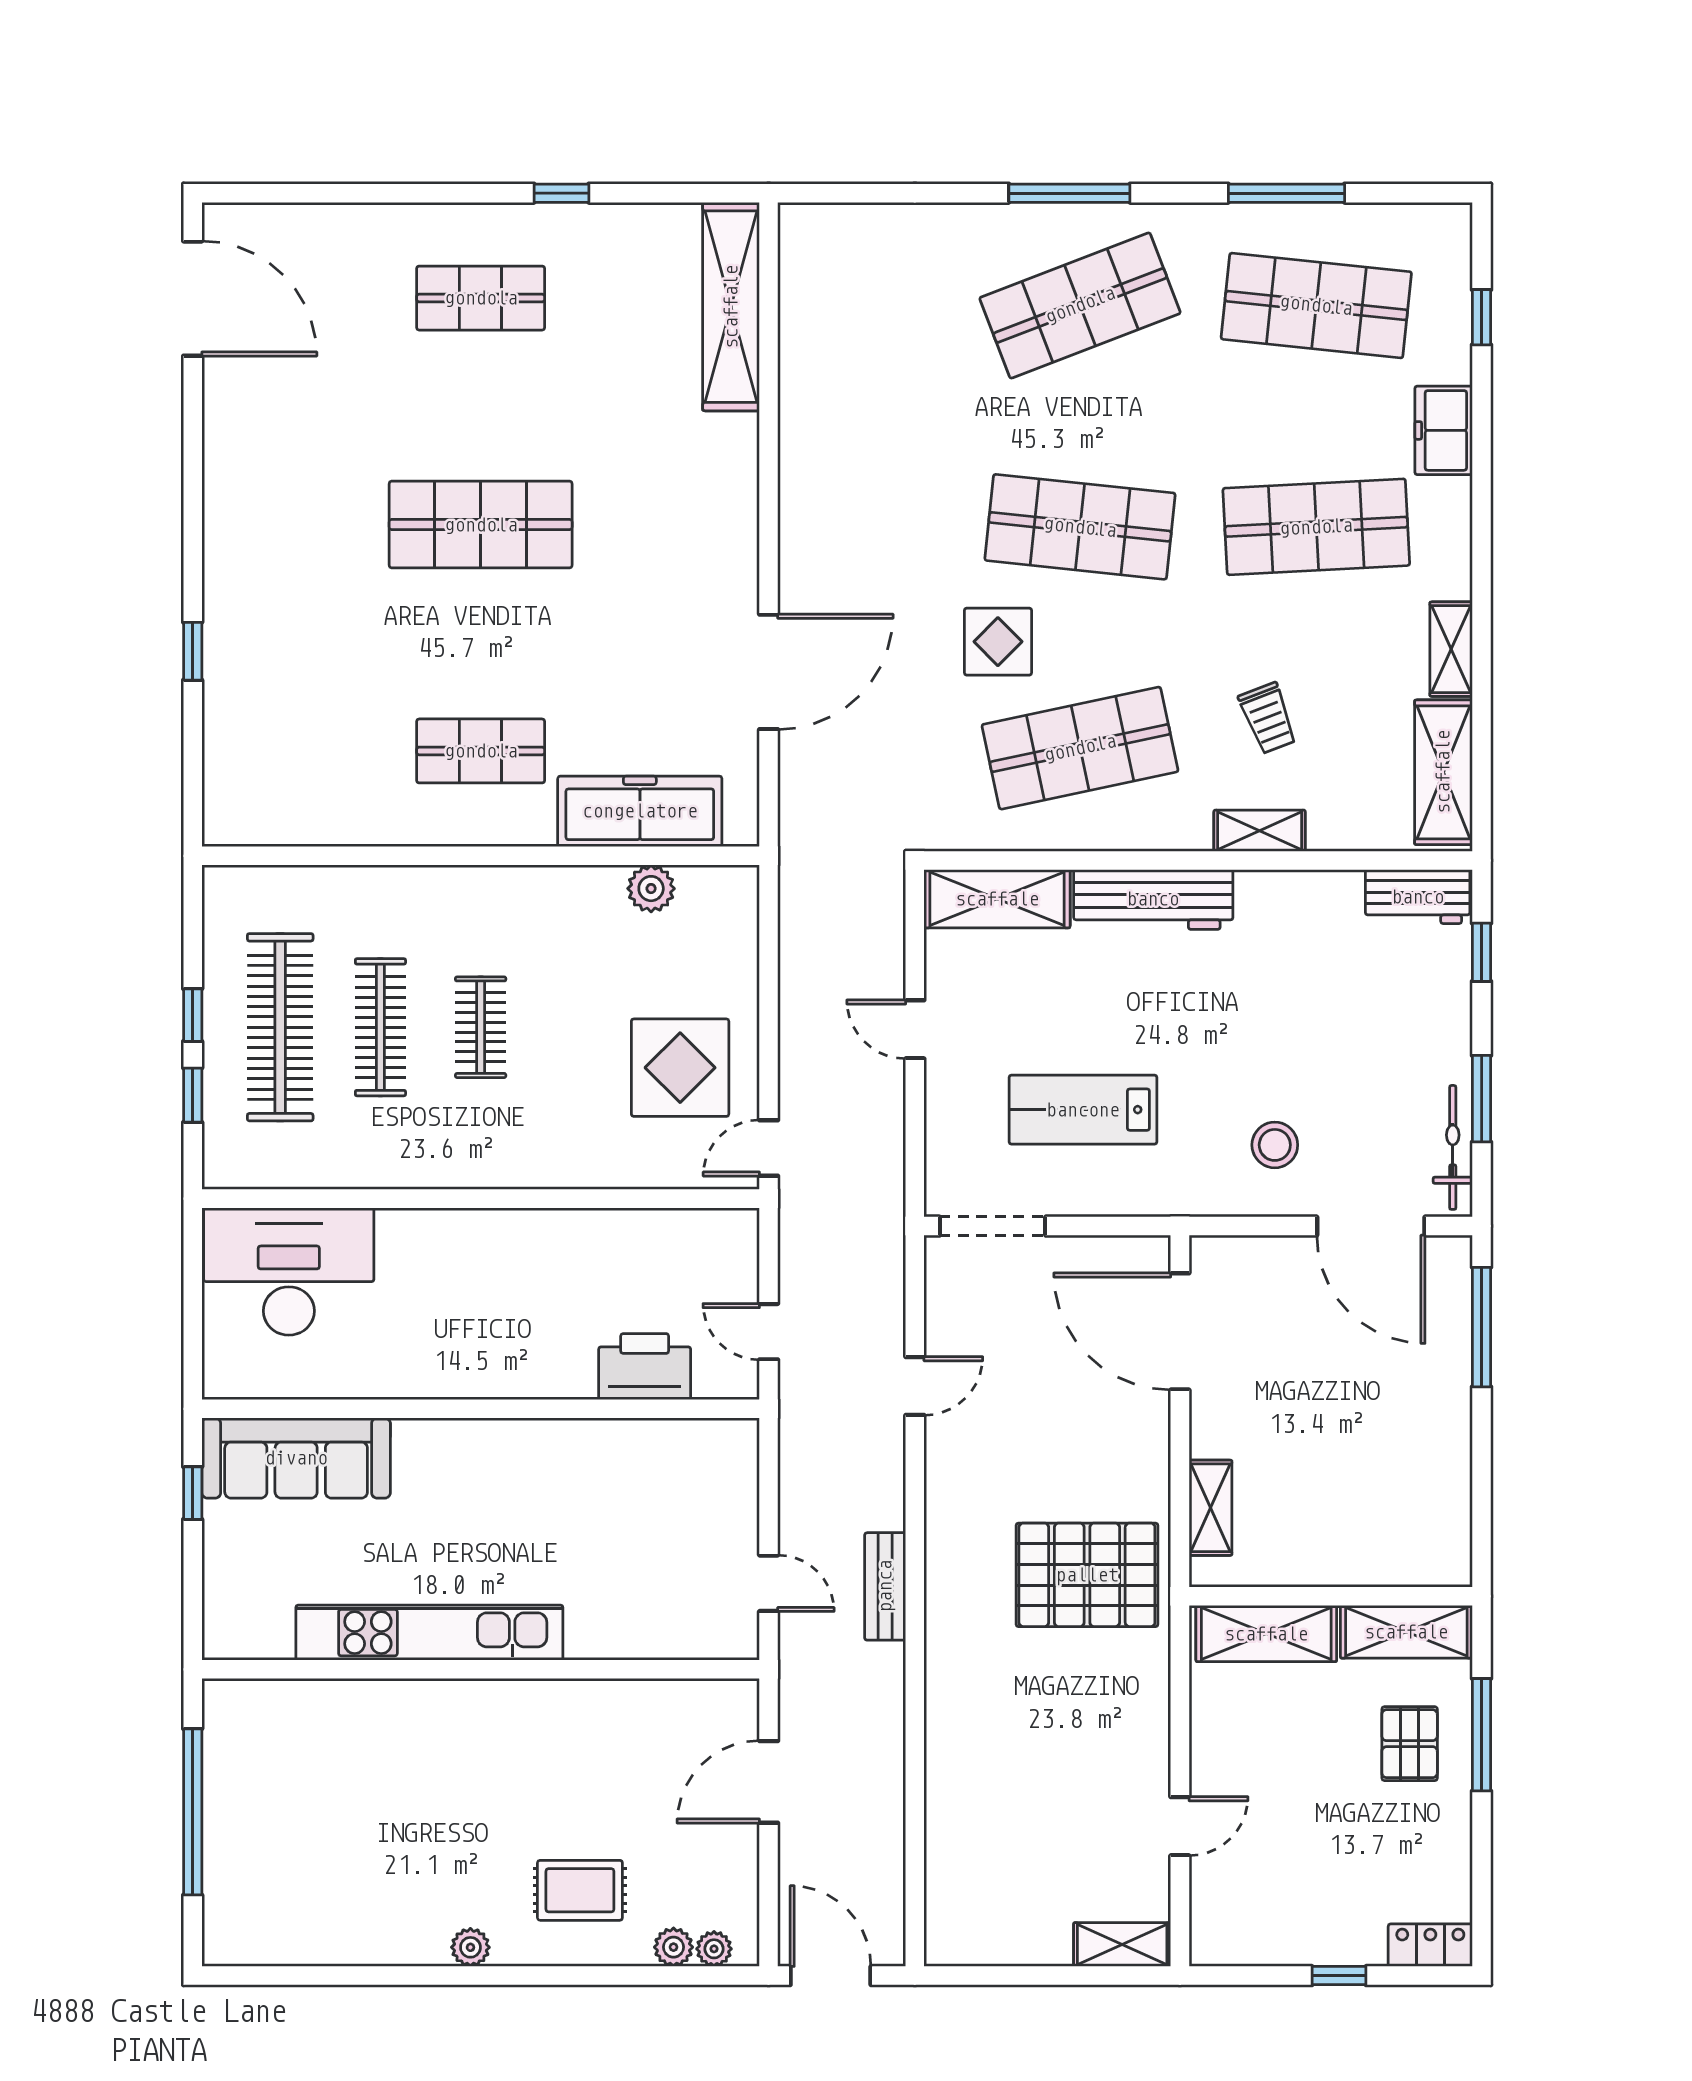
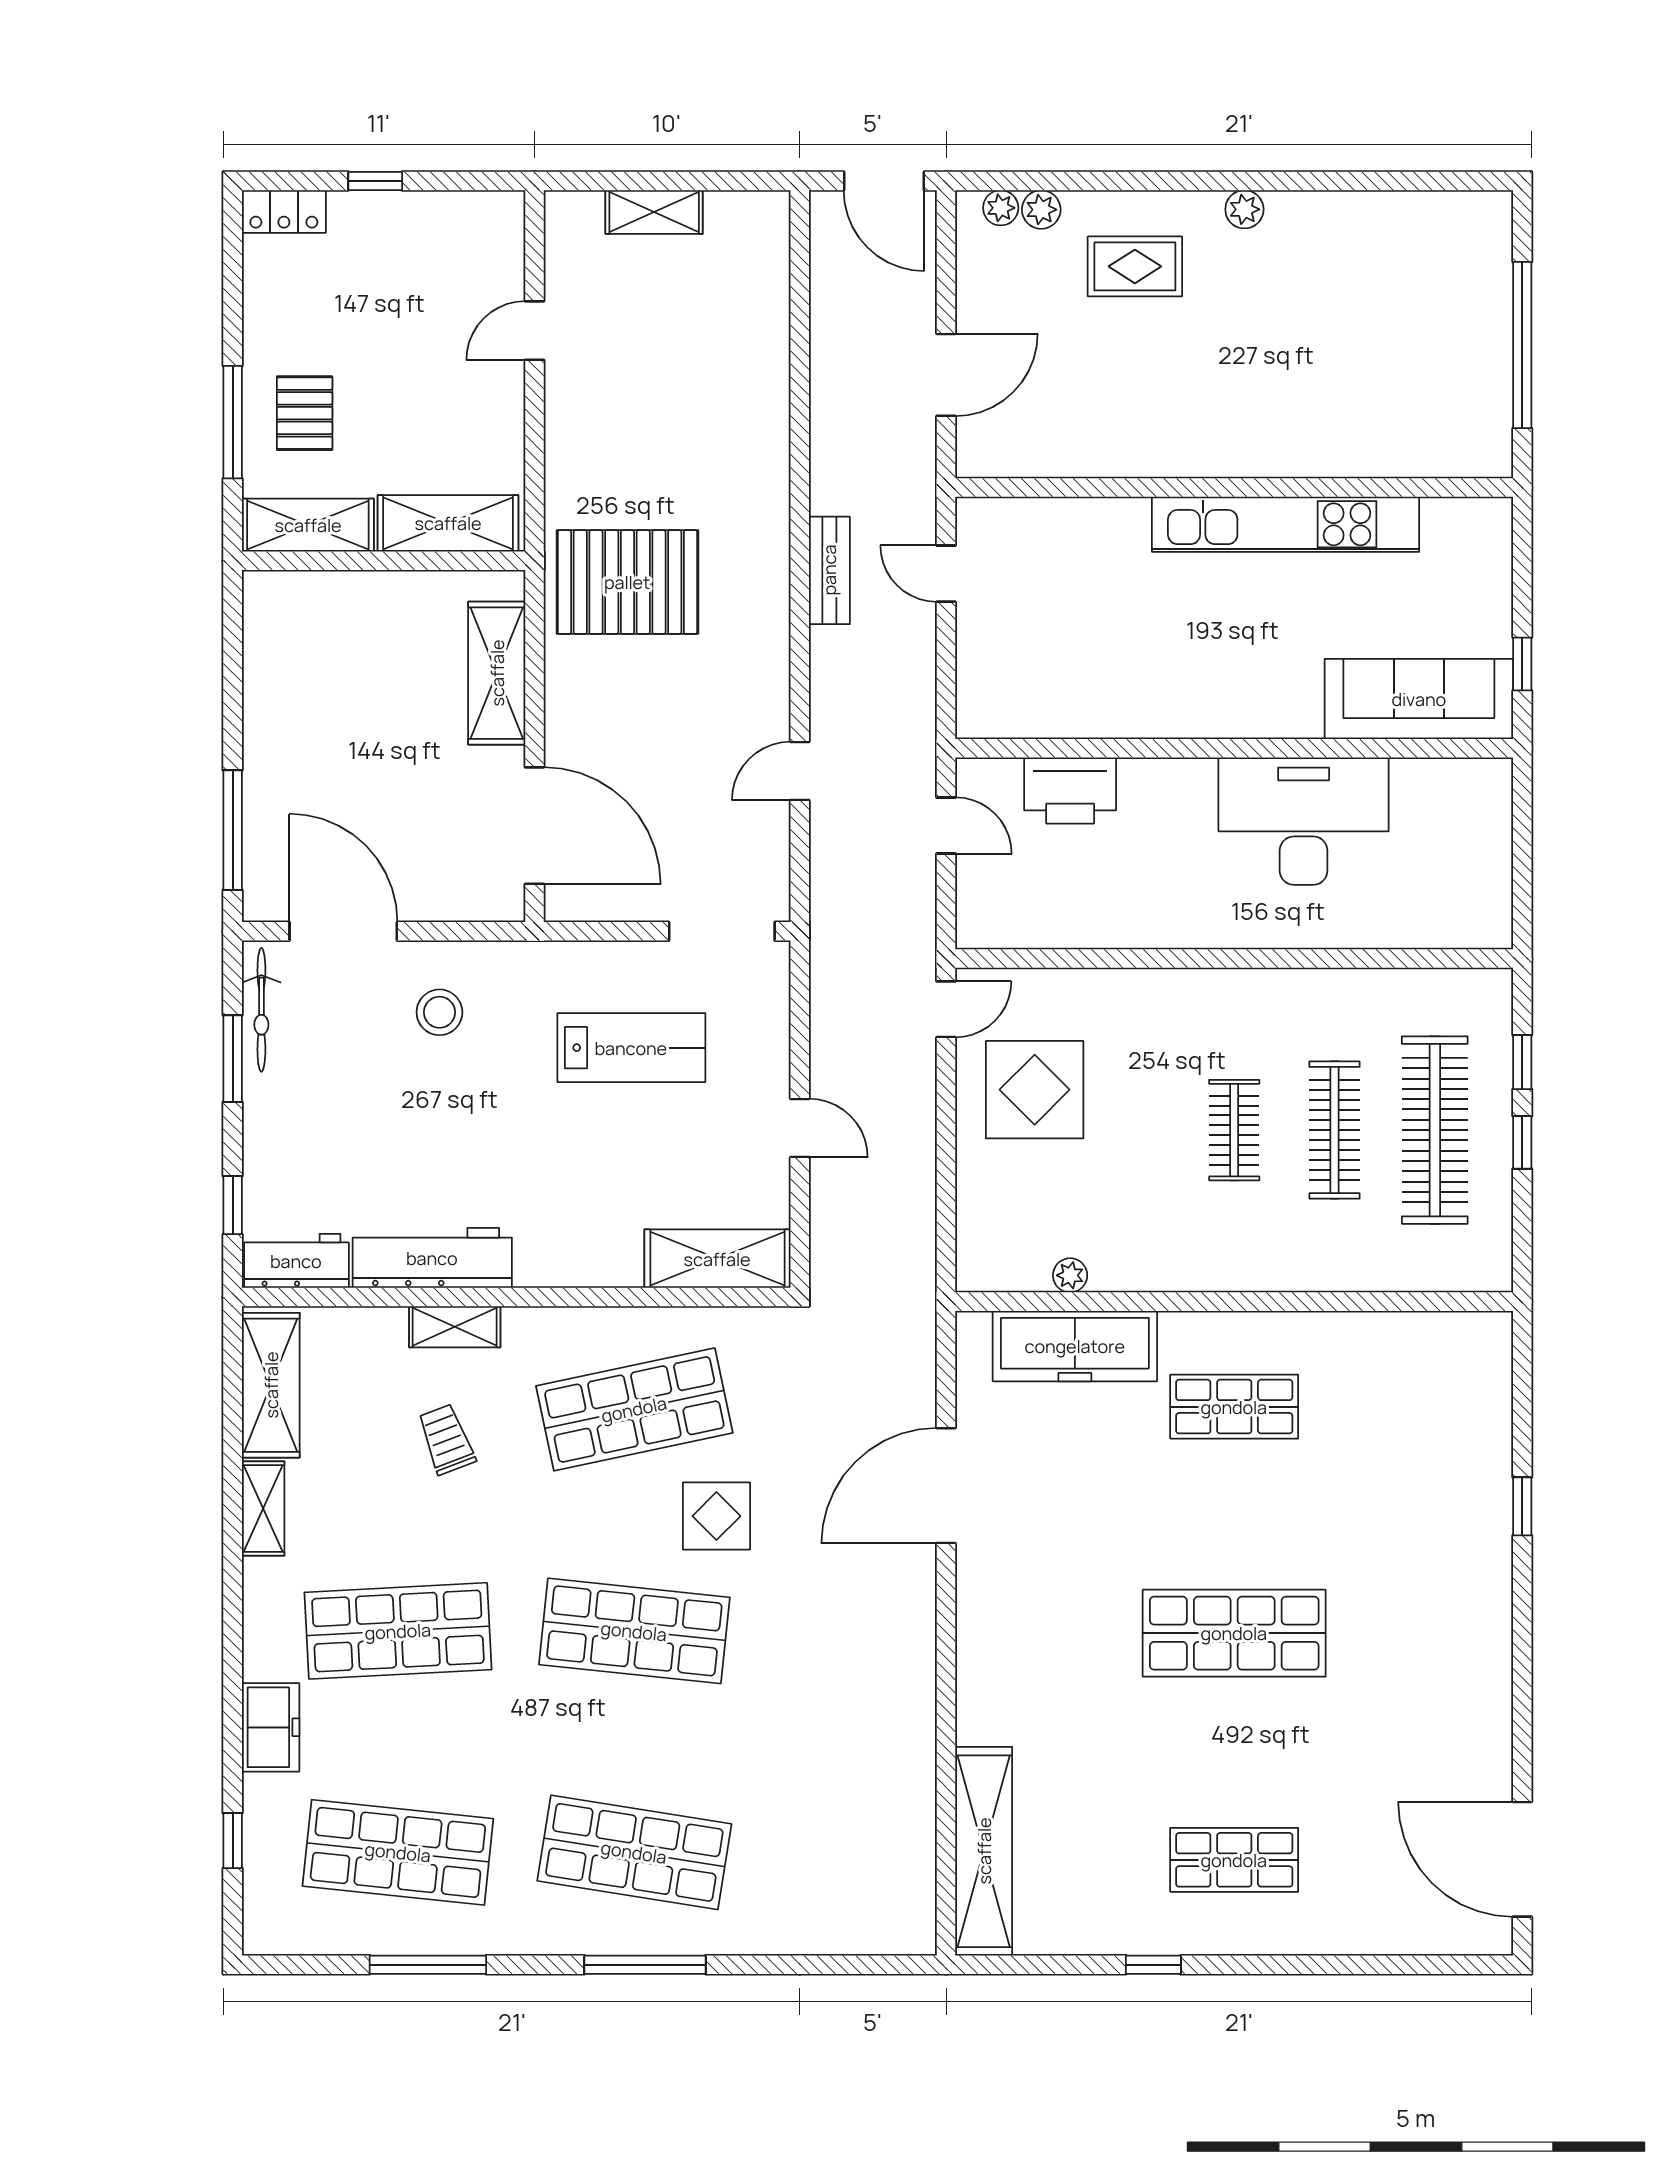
shop shelf: (1080, 305) -> (634, 1852), turned 30
plant: (651, 889) -> (1070, 1275), width x0.73, depth x0.73
workbench: (1153, 899) -> (432, 1258), moved
desk: (289, 1271) -> (1304, 821), moved, turned 180
shelving: (1210, 1508) -> (497, 673), width x1.50, depth x1.33
shelving: (1122, 1945) -> (654, 212), moved

